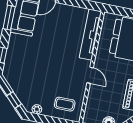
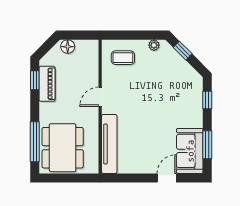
door: (90, 75) -> (100, 97), hinge flipped

